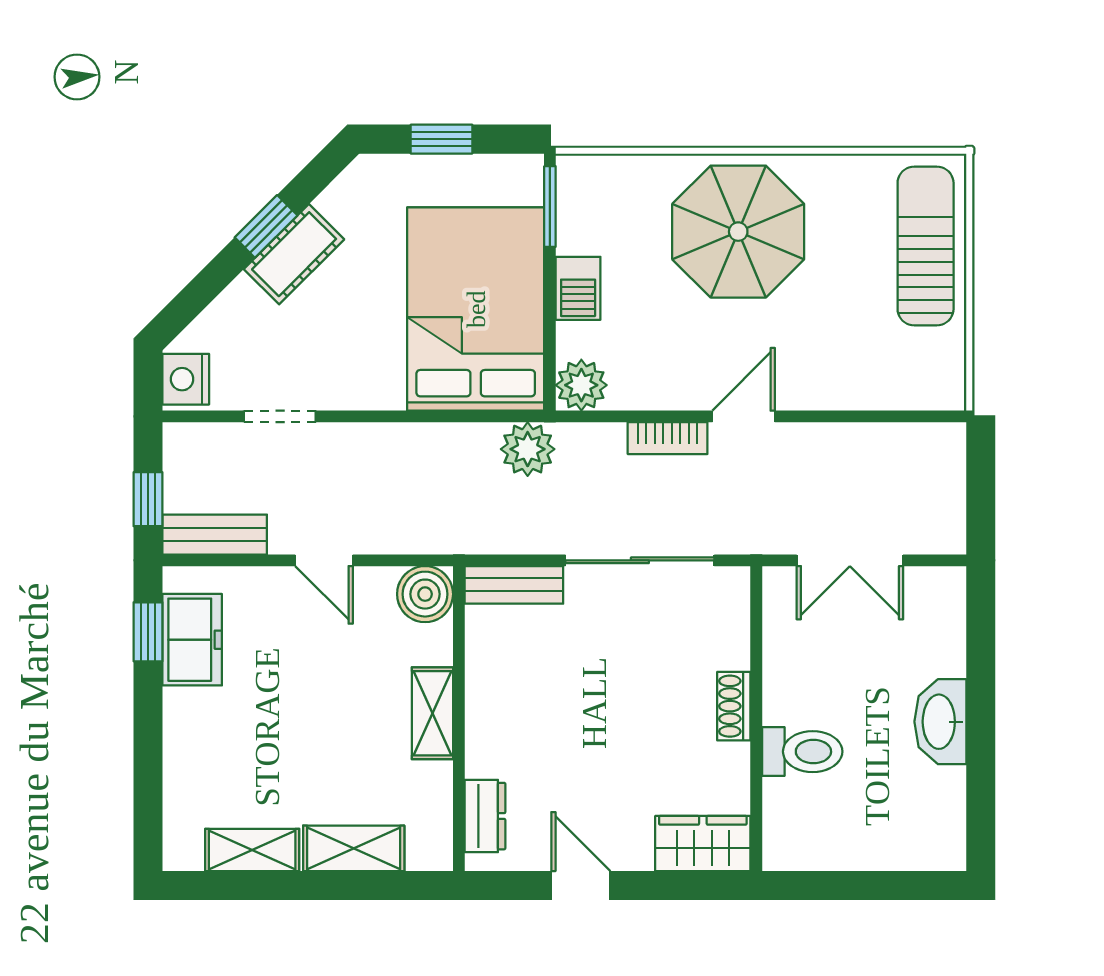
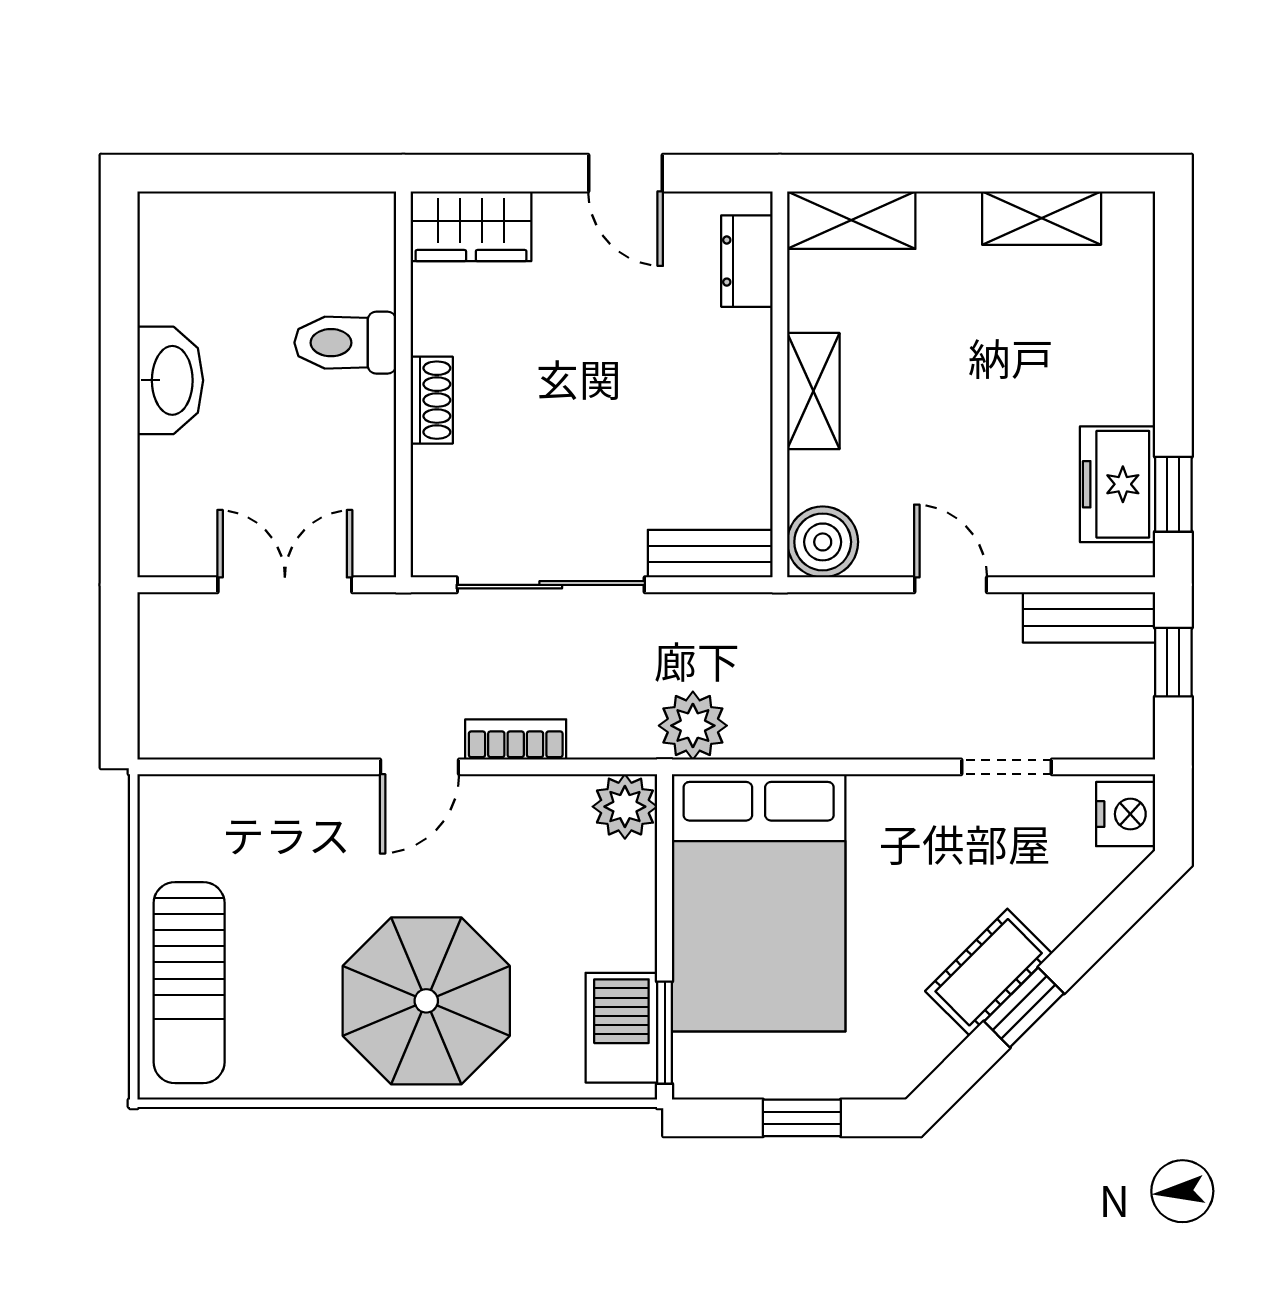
barbecue: (578, 288) -> (621, 1028), moved, width x1.38, depth x1.27
shelving: (354, 848) -> (851, 220), moved

